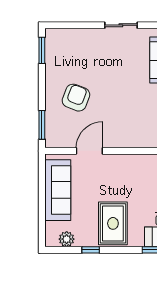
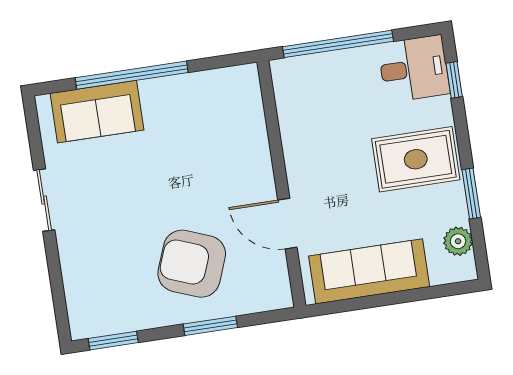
armchair: (76, 98) -> (192, 264), width x1.36, depth x1.36
window: (42, 125) -> (210, 326), moved
window: (91, 250) -> (471, 193), width x1.50

